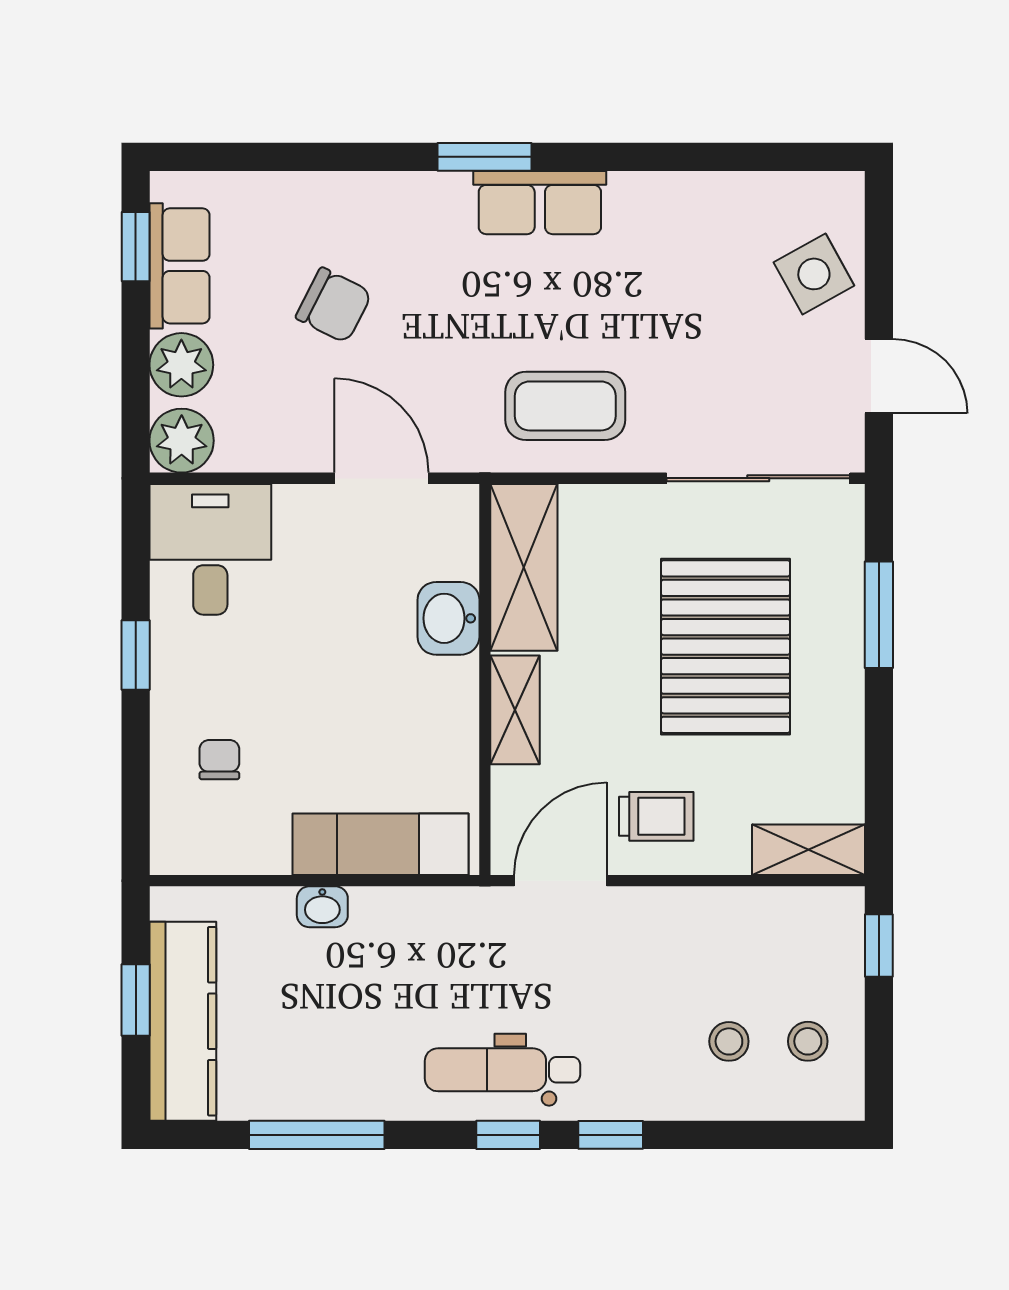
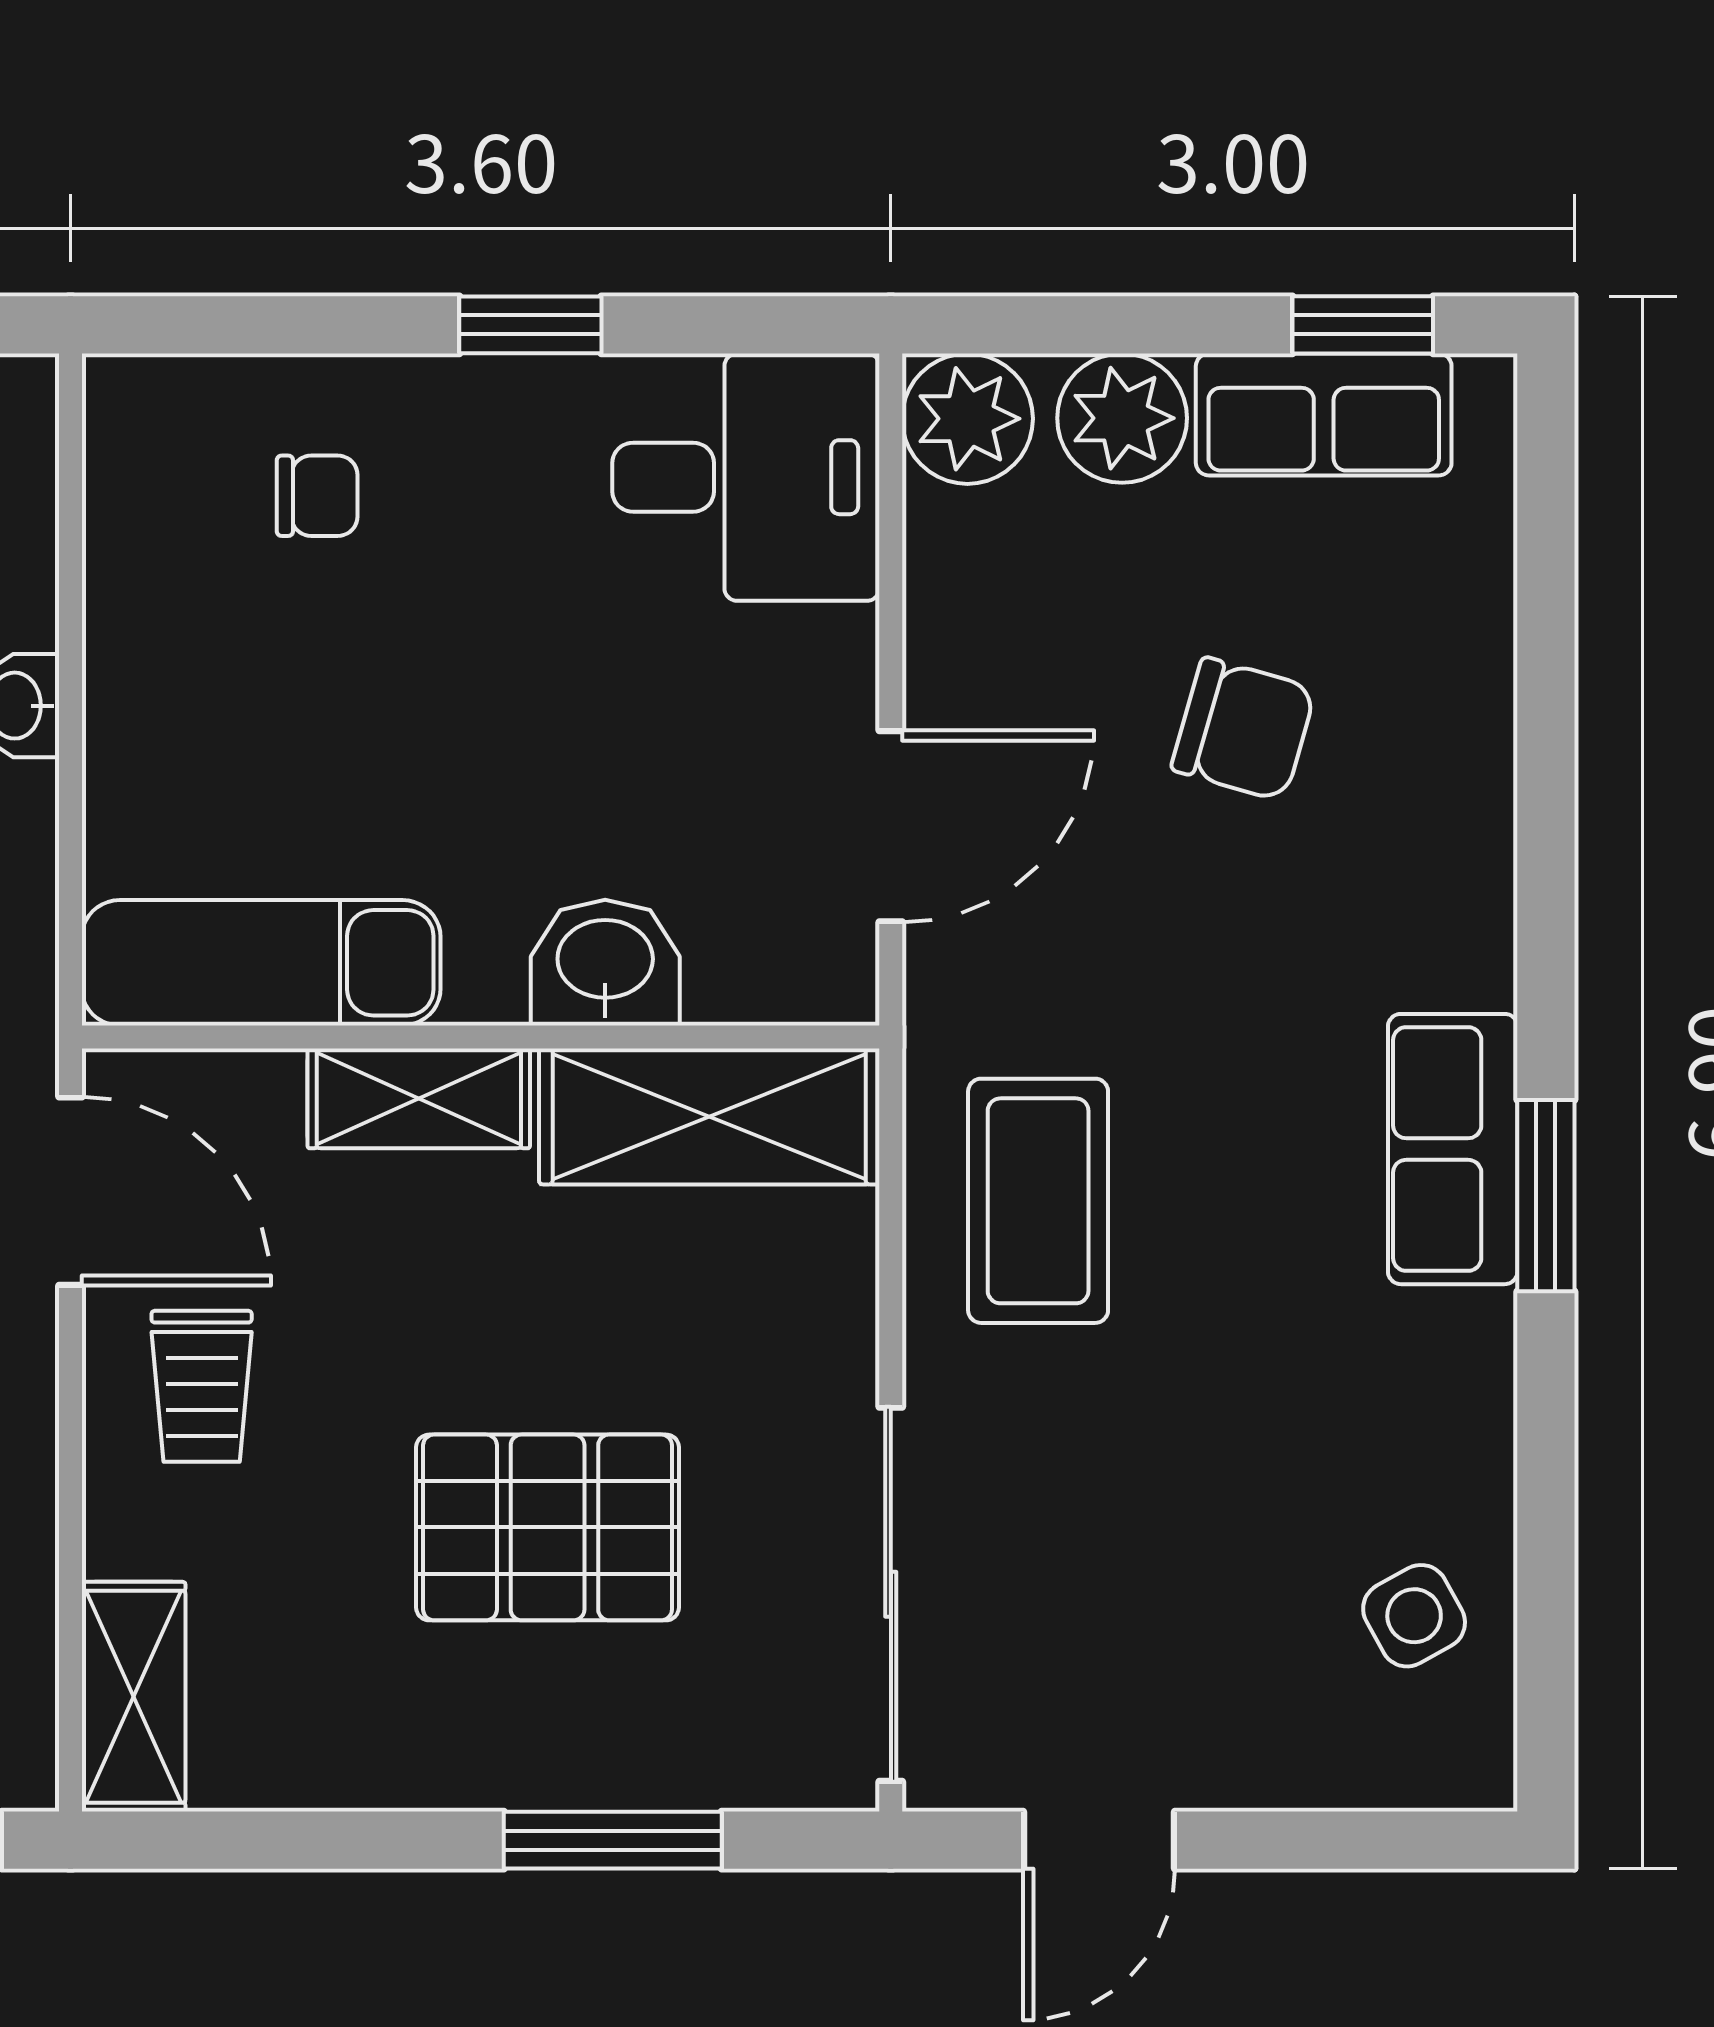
window: (485, 157) -> (1546, 1196), moved
side table: (814, 274) -> (1414, 1616), moved, width x0.73, depth x0.73
chair: (334, 305) -> (1243, 729), turned -101
pallet: (725, 647) -> (548, 1527), width x0.73, depth x0.71
exam couch: (380, 844) -> (261, 963), moved, turned -90

